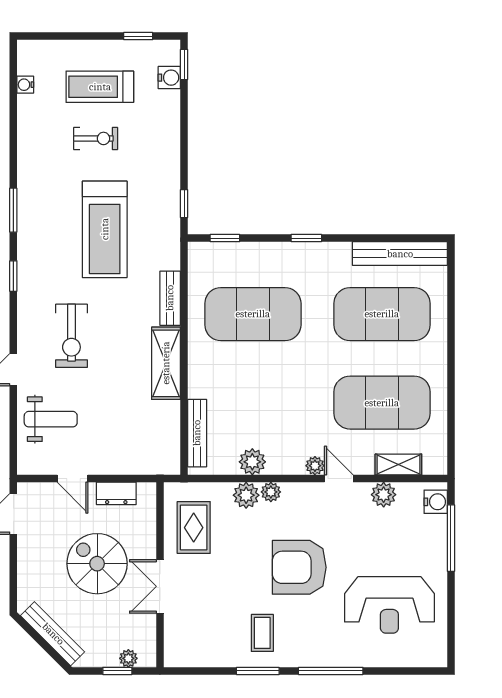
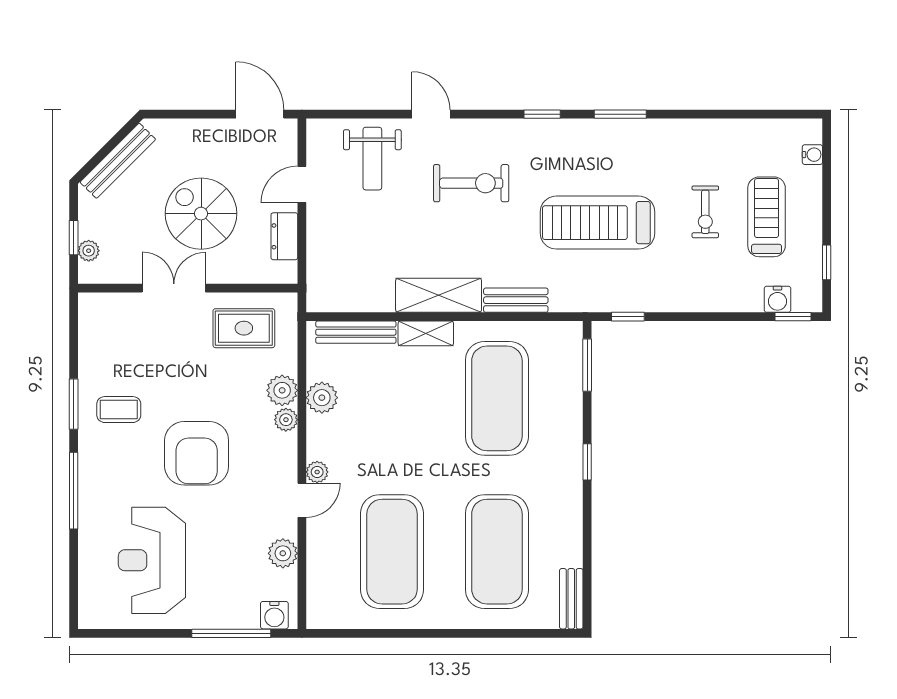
water cooler: (25, 85) -> (812, 155), moved, turned 90
window: (225, 238) -> (587, 365), width x1.50
bench: (400, 254) -> (571, 599), width x0.54, depth x0.82
exercise bike: (71, 336) -> (471, 183), turned 180
shelving: (398, 465) -> (426, 333), moved, turned 90
spiral stairs: (97, 564) -> (201, 214), turned -90
armchair: (299, 567) -> (197, 453), turned 180

